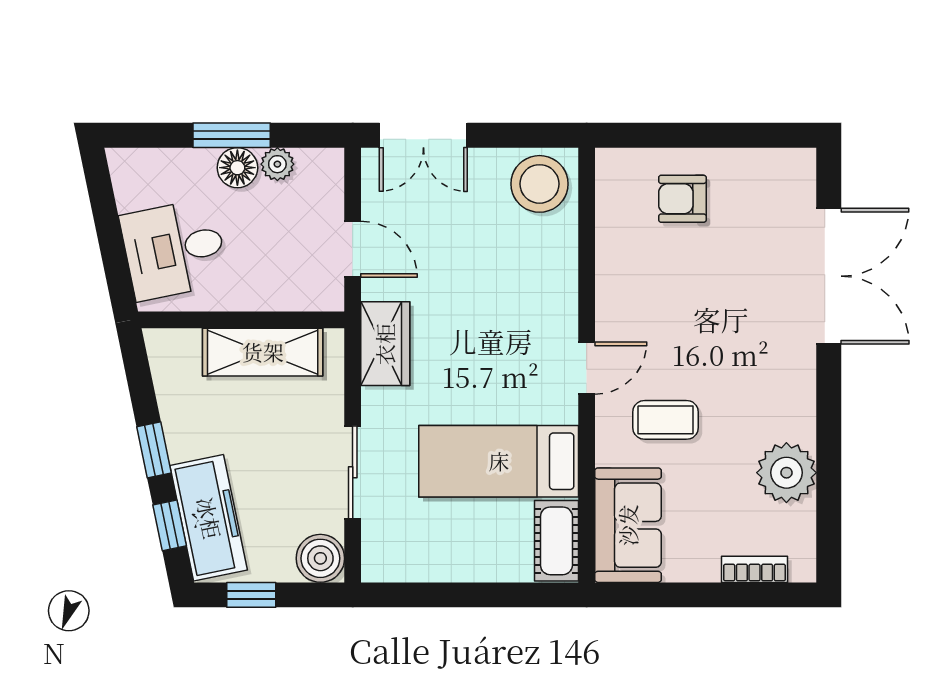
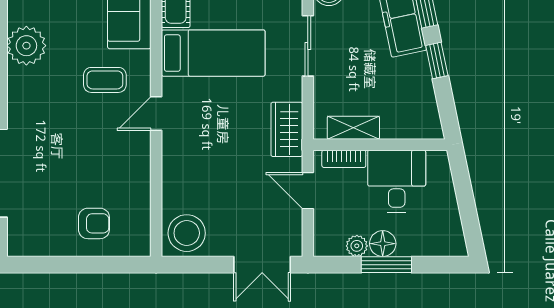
double door: (423, 135) -> (262, 265), swing flipped
desk: (174, 249) -> (397, 181), moved, turned -78
bookcase: (297, 298) -> (344, 159), added
shelving: (263, 352) -> (353, 128), width x0.67, depth x0.75

